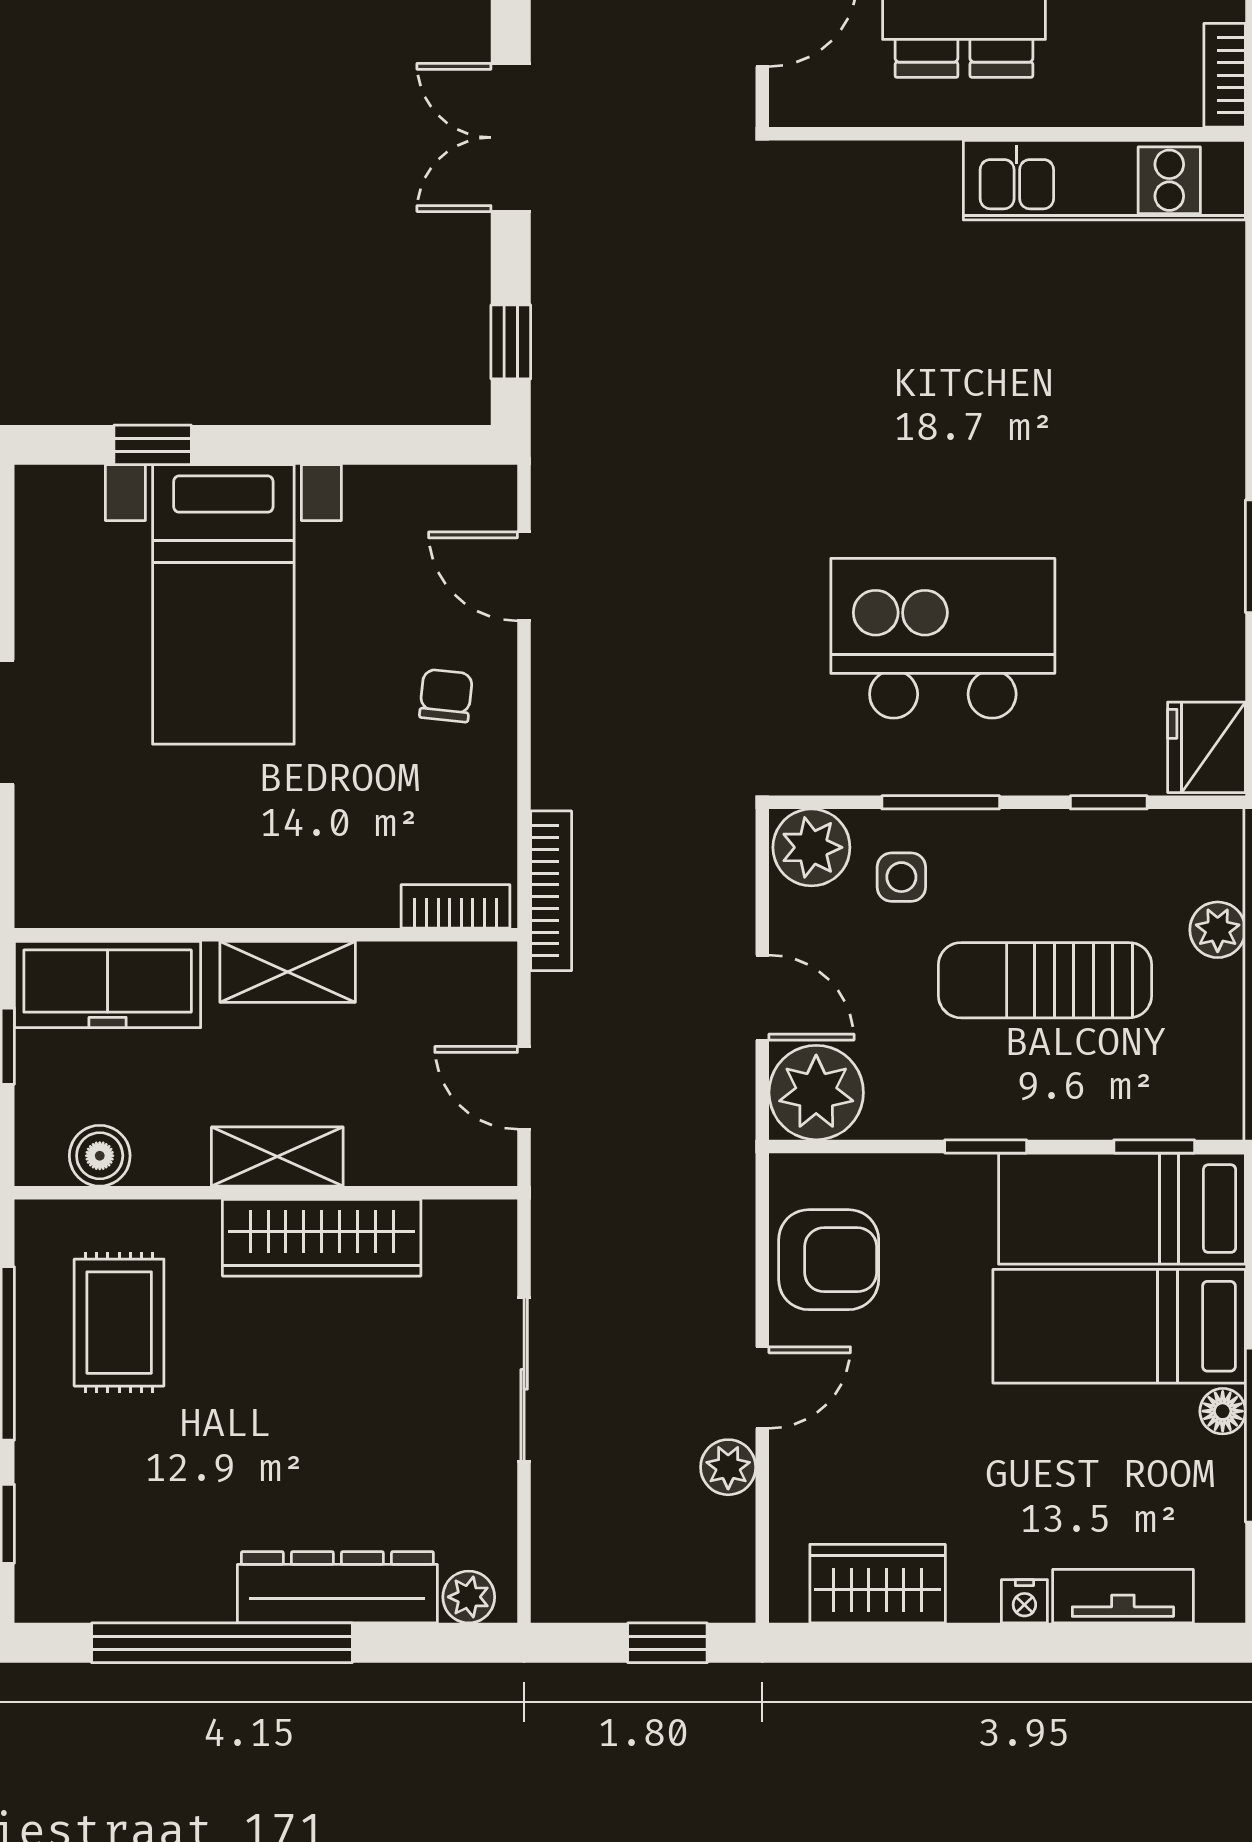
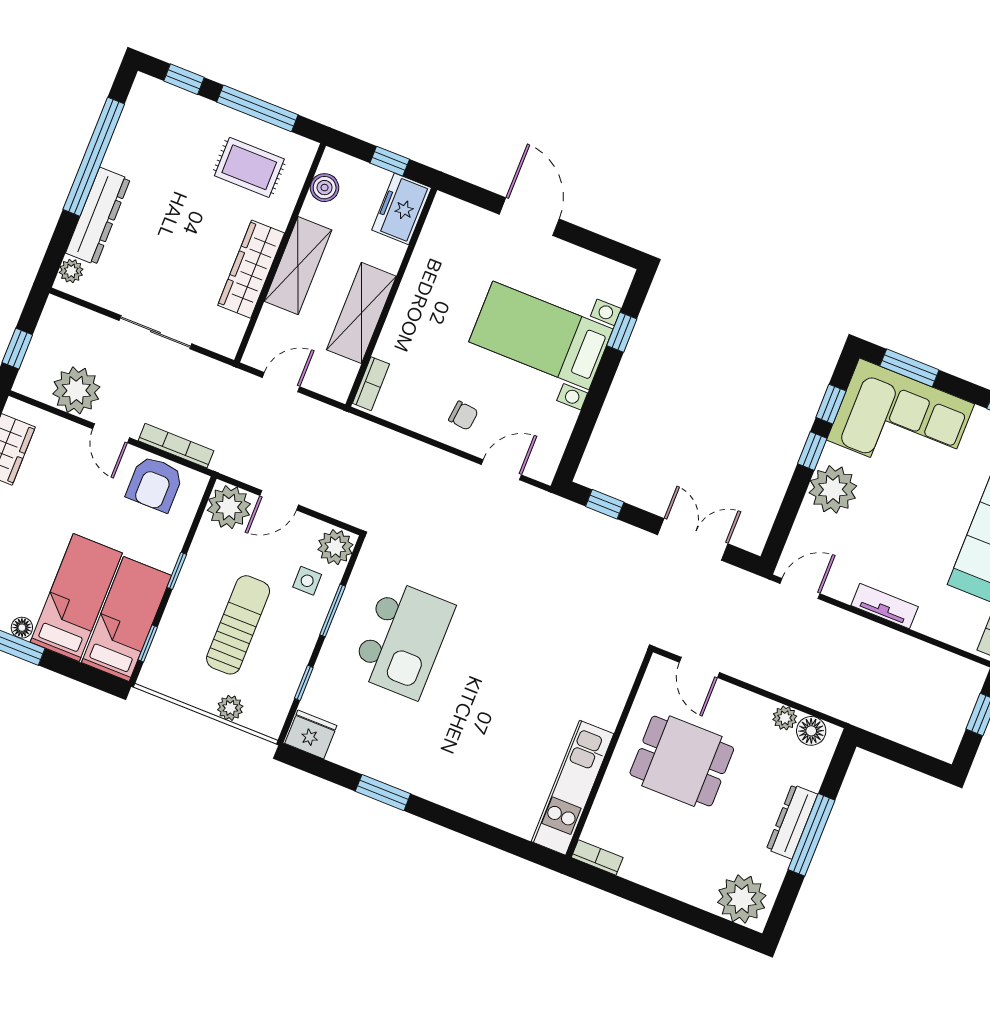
bookcase: (551, 891) -> (176, 446), moved, turned 180
shelving: (288, 972) -> (361, 313), width x1.50, depth x1.33
freezer: (108, 984) -> (402, 209), width x0.71
shelving: (277, 1157) -> (298, 266), width x1.50, depth x1.33
plant: (728, 1467) -> (76, 390), width x1.87, depth x1.87

